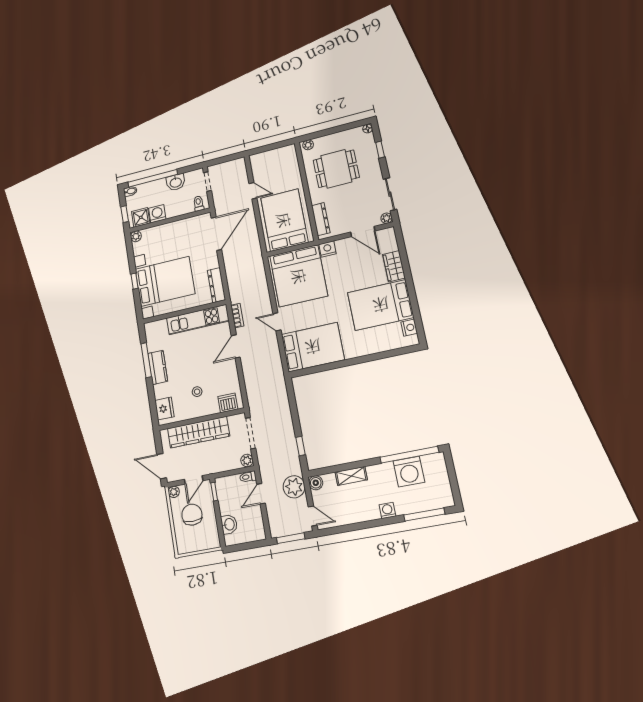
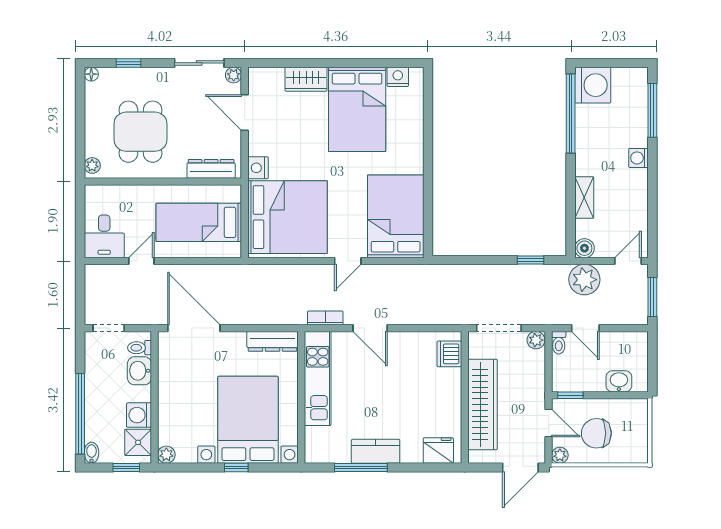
desk: (264, 164) -> (104, 236), added
washbasin: (176, 182) -> (139, 371), moved, turned 180
bed: (284, 220) -> (199, 222), width x0.67
door: (363, 231) -> (245, 113), swing flipped
stool: (197, 392) -> (424, 397), removed
washing machine: (409, 472) -> (593, 85), moved

